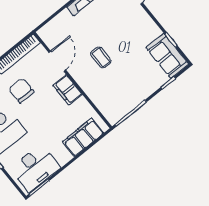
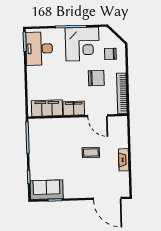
coffee table: (101, 57) -> (91, 153), moved
filing cabinet: (83, 137) -> (47, 108), moved, turned -90

